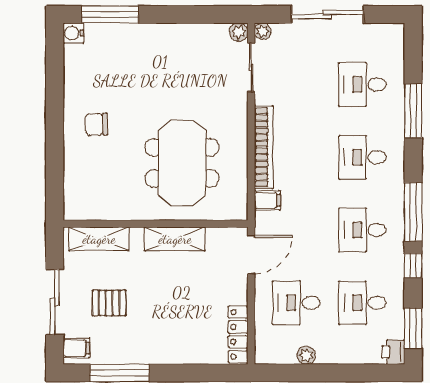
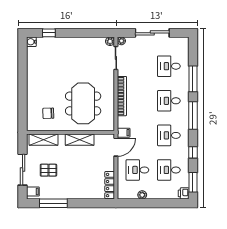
window: (110, 14) -> (49, 33), width x0.46
chair: (96, 124) -> (48, 113), moved
filing cabinet: (267, 200) -> (124, 133), moved
window: (413, 212) -> (193, 115), moved

